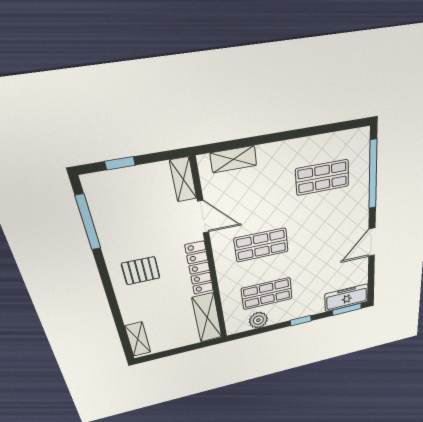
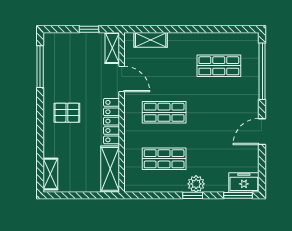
window: (120, 163) -> (89, 29), moved
freezer: (347, 298) -> (244, 182), width x0.71
plant: (258, 320) -> (196, 184), moved

